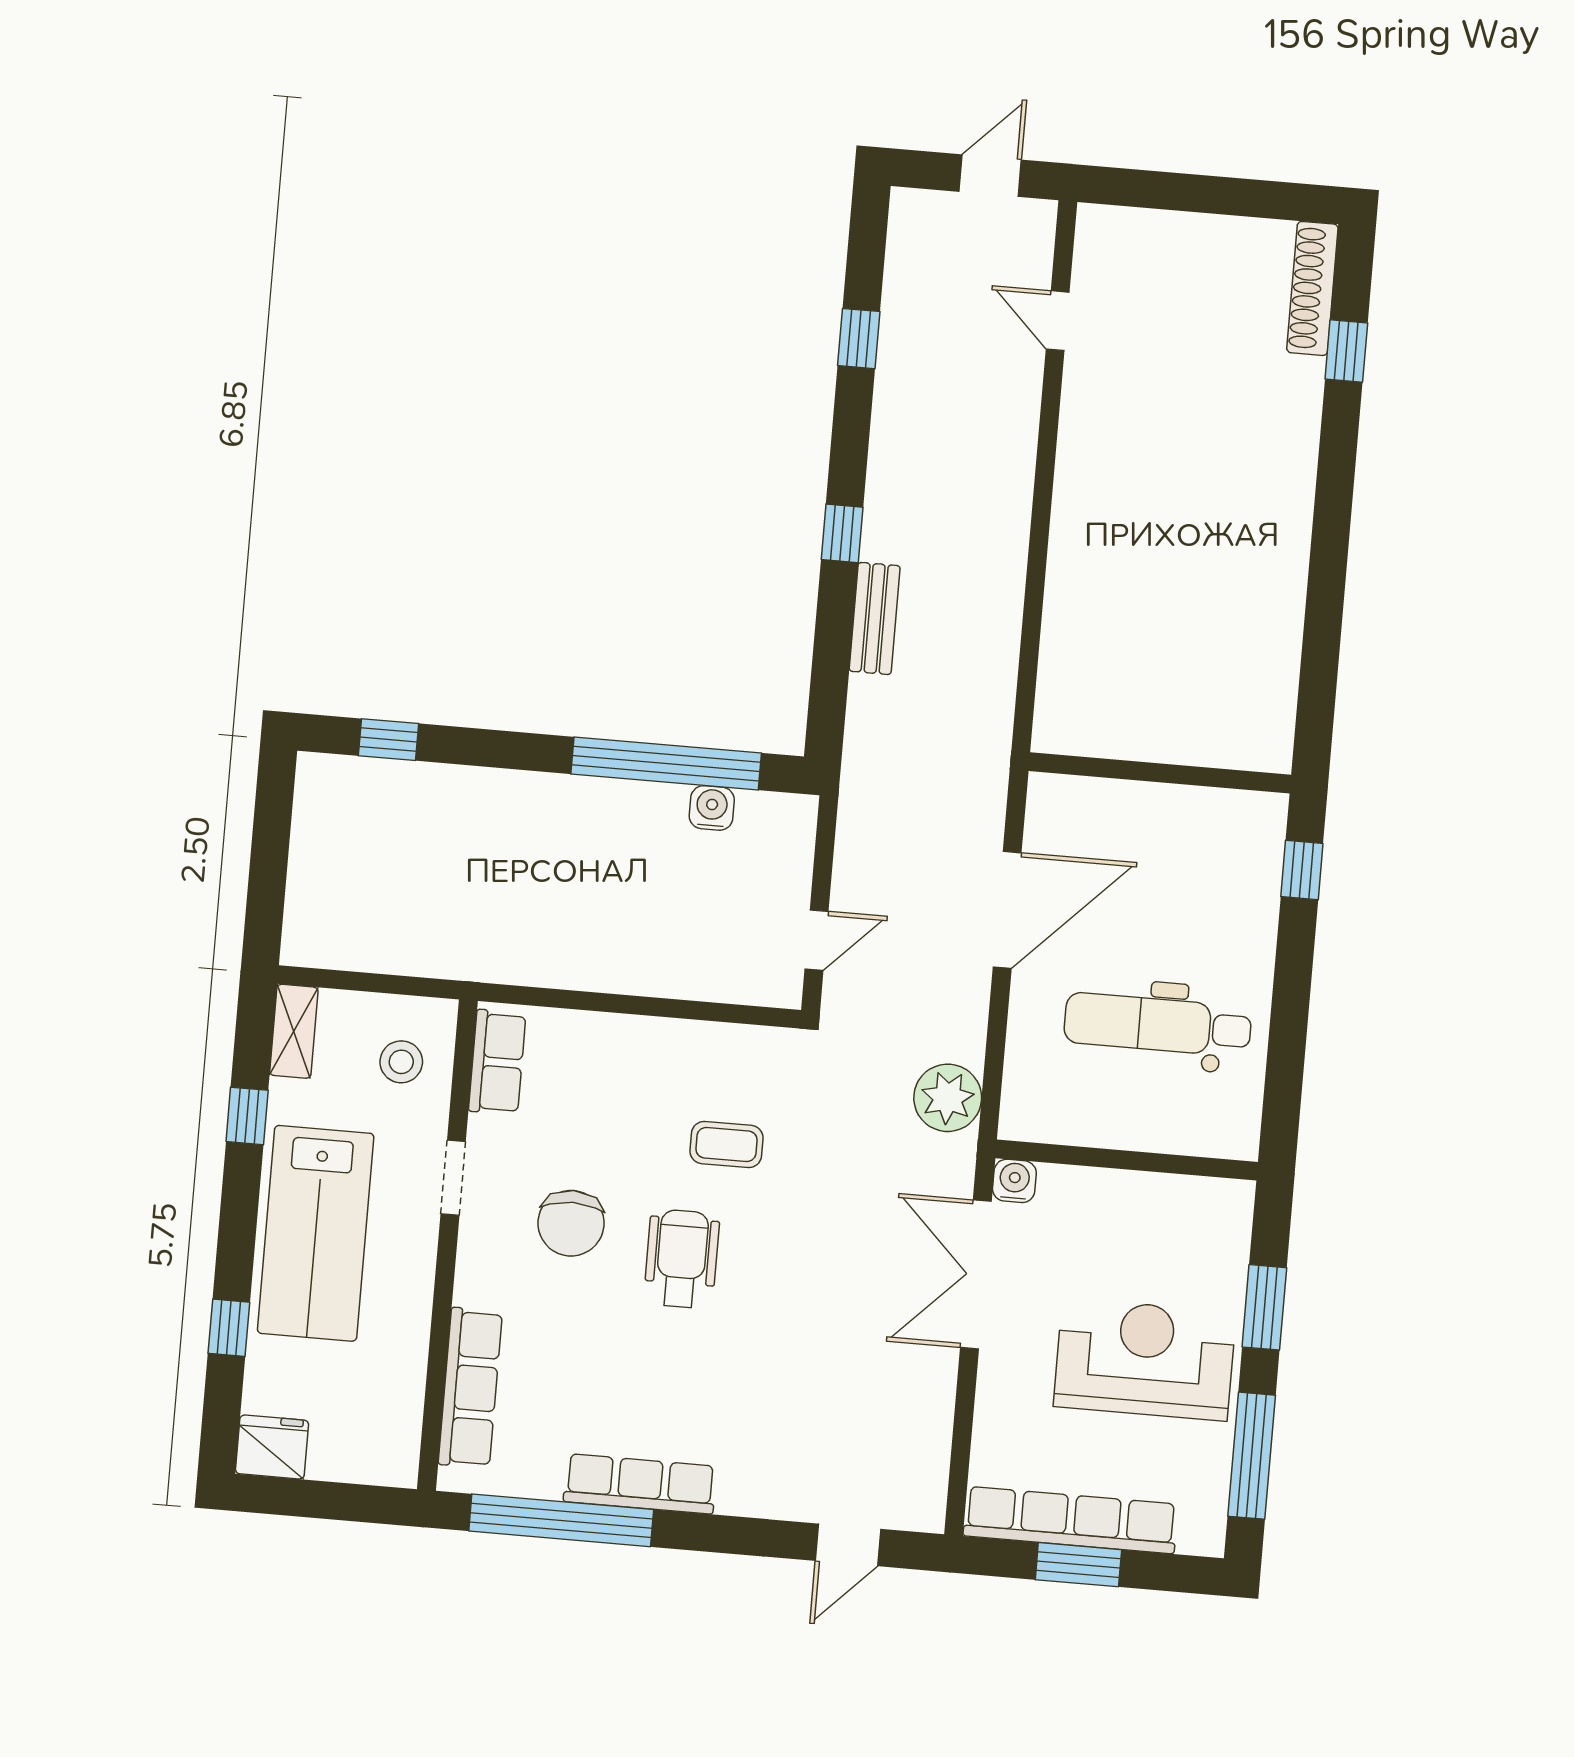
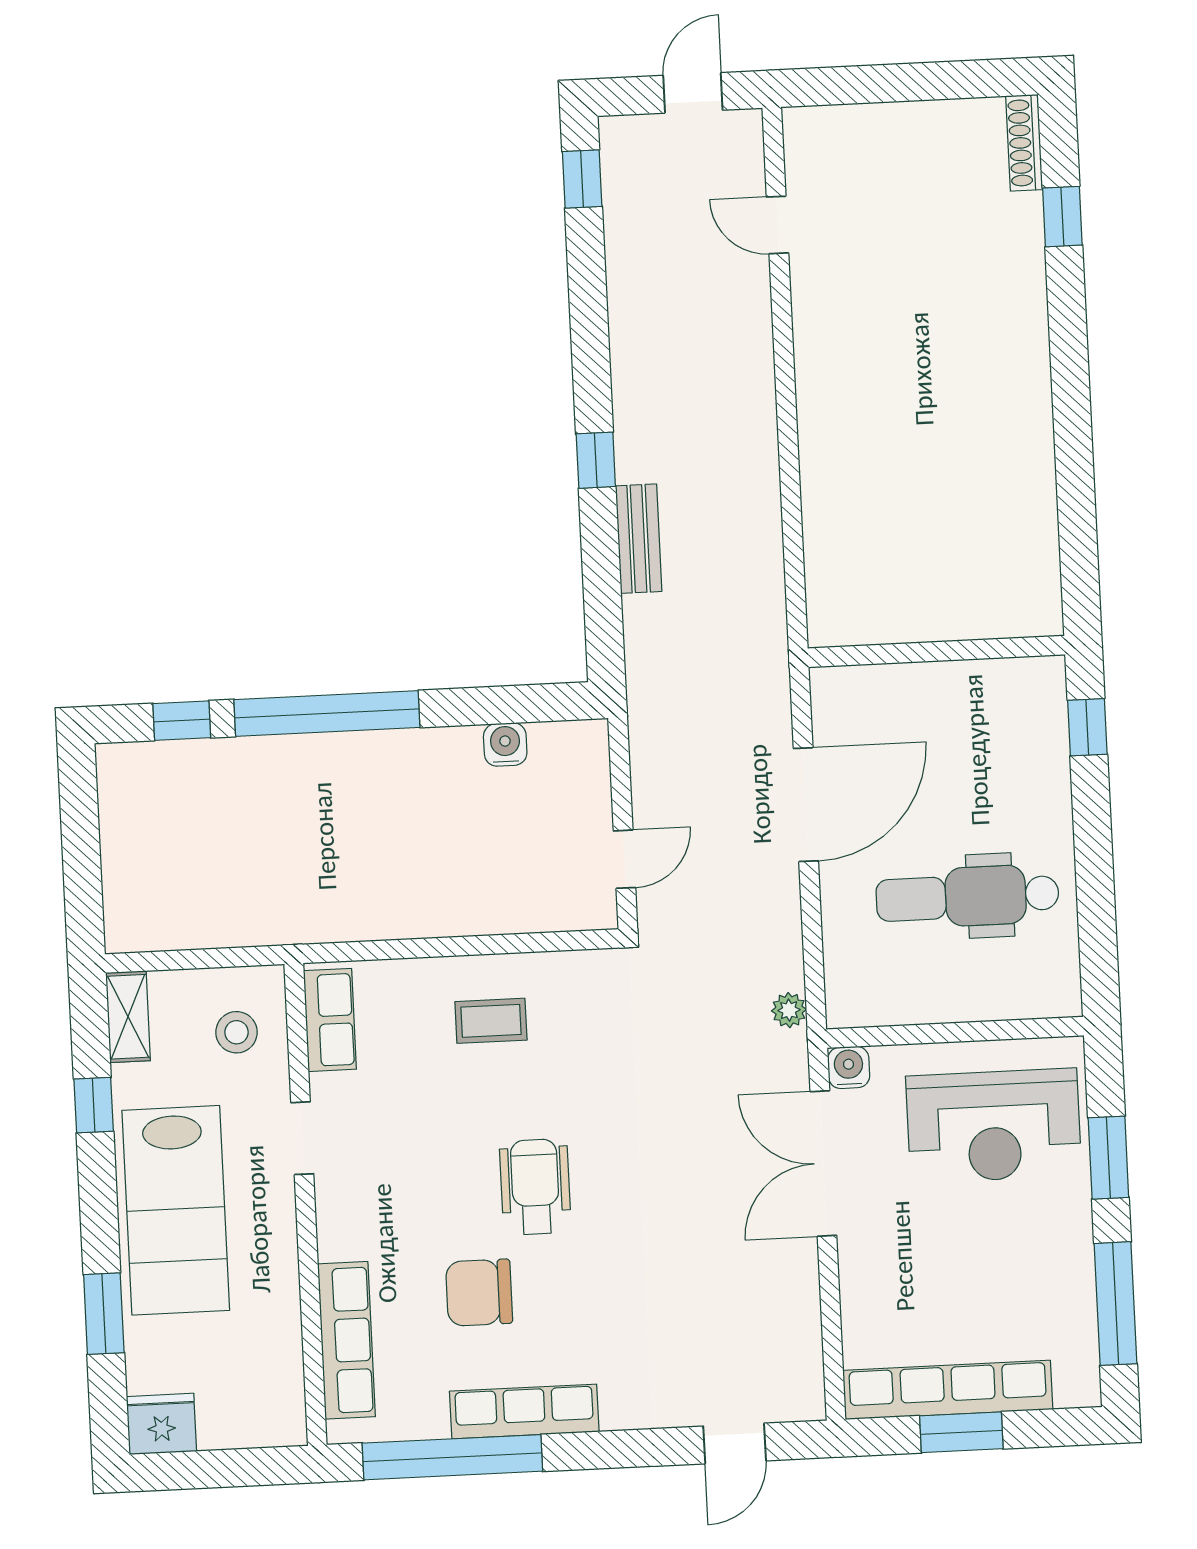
shoe rack: (1312, 288) -> (1024, 143), width x0.74, depth x0.81
window: (859, 339) -> (582, 179), moved
window: (666, 763) -> (327, 713), moved
plant: (948, 1098) -> (789, 1010), width x0.53, depth x0.53
coffee table: (727, 1144) -> (491, 1021), moved
chair: (571, 1223) -> (479, 1293), moved, turned 90
window: (229, 1328) -> (104, 1314), width x1.50
reception desk: (1145, 1359) -> (994, 1126), moved, turned 180

